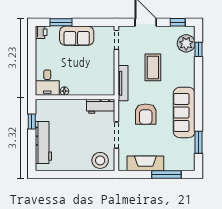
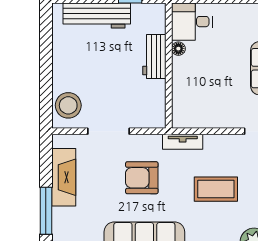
tv unit: (123, 83) -> (183, 142), width x0.71
workbench: (101, 106) -> (154, 56), moved

